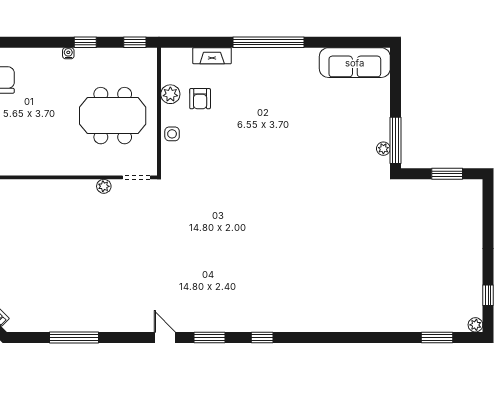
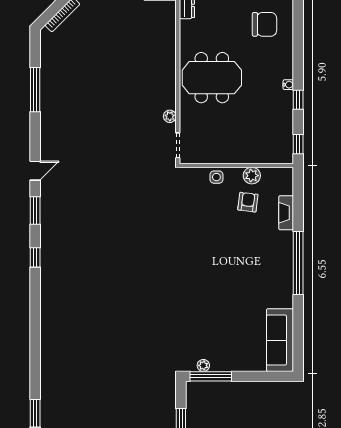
armchair: (200, 99) -> (248, 202), turned 97
meeting table: (113, 116) -> (212, 78), moved, turned 90

